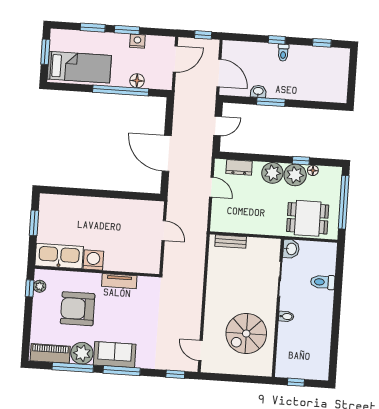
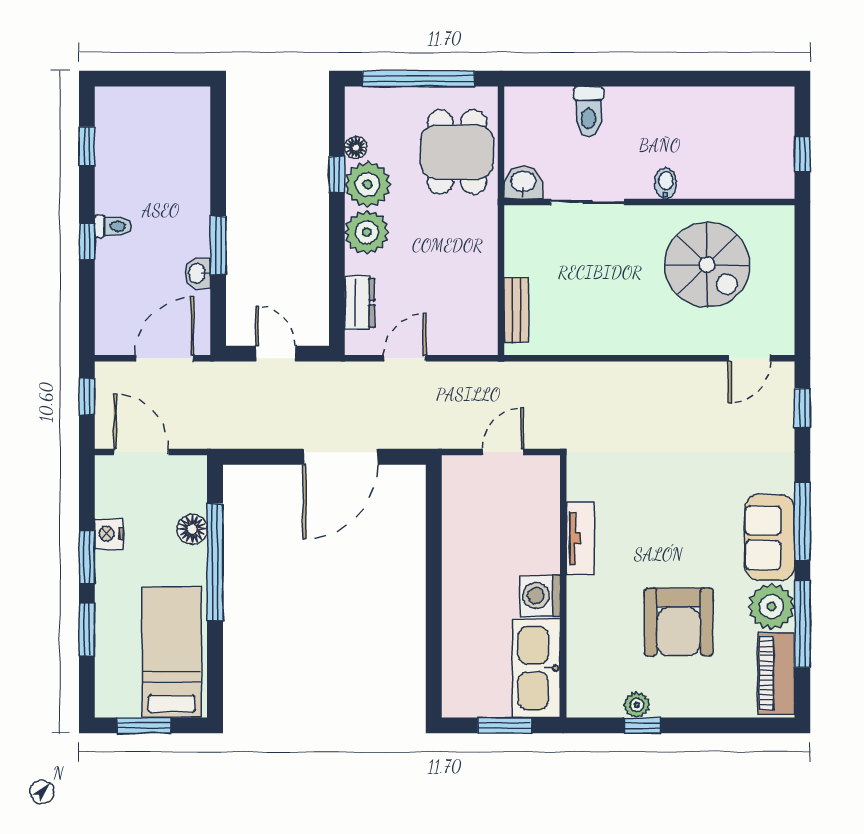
kitchen sink: (59, 256) -> (536, 668), moved
washing machine: (93, 260) -> (540, 596), moved
wall: (97, 271) -> (563, 586), moved
tv unit: (119, 281) -> (580, 538), moved

